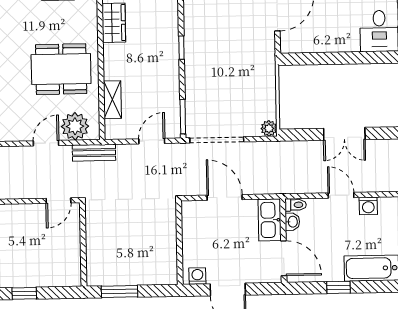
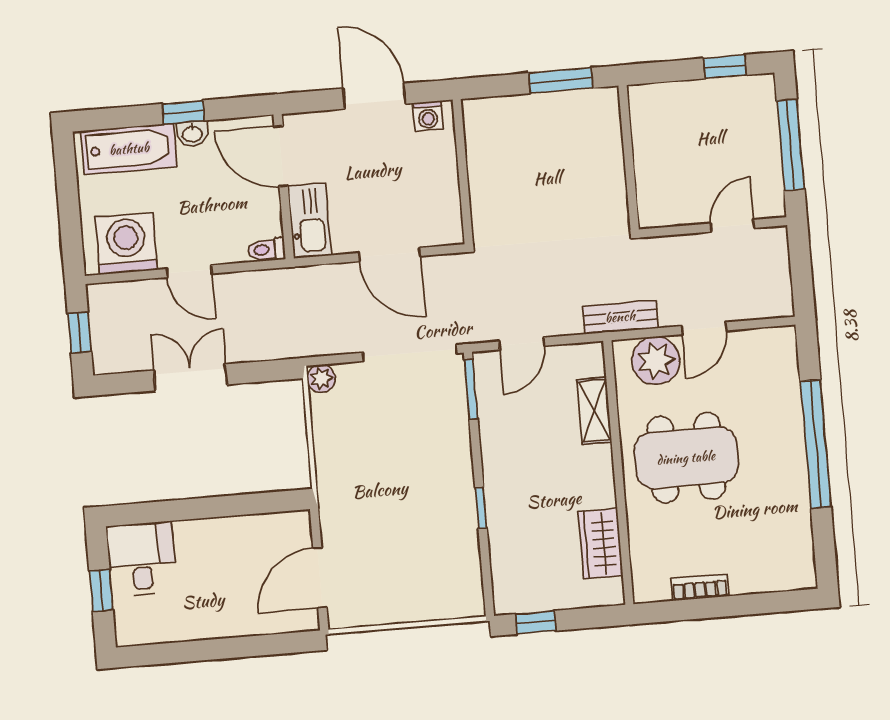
door: (58, 201) -> (732, 226), moved
washing machine: (368, 206) -> (126, 244), width x1.89, depth x1.89
washbasin: (292, 222) -> (192, 134), moved, turned -90

